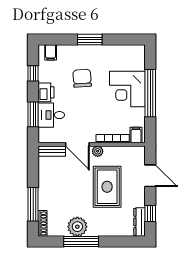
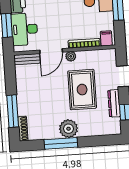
desk: (51, 115) -> (25, 29), width x1.37
door: (77, 144) -> (51, 51), hinge flipped
dresser: (140, 222) -> (114, 103), moved
plant: (77, 227) -> (69, 129), moved

